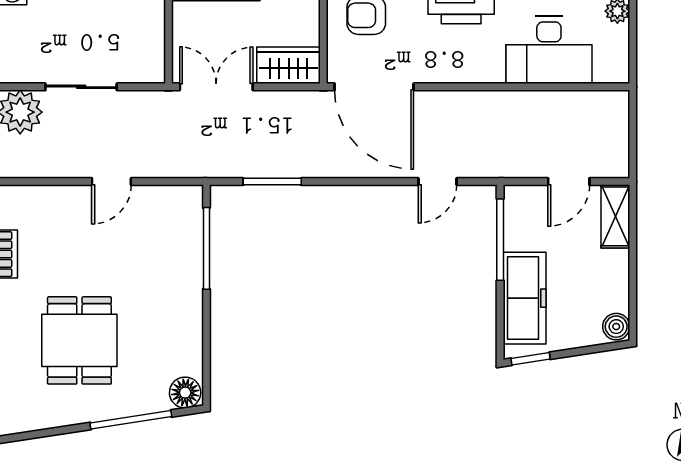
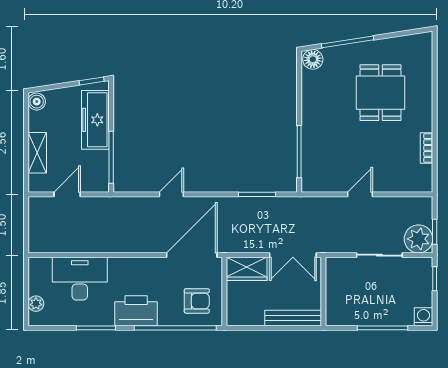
door: (374, 87) -> (192, 255), hinge flipped
door: (437, 182) -> (171, 194), moved
shelving: (615, 216) -> (37, 153), moved

